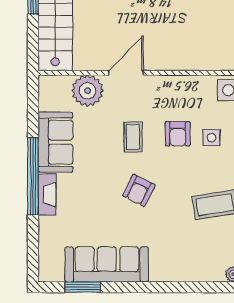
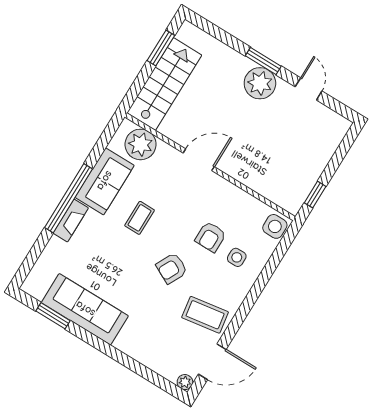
plant: (88, 91) -> (141, 144), moved
coffee table: (133, 137) -> (140, 218), moved
armchair: (139, 190) -> (172, 268), moved

